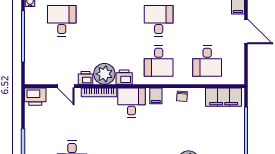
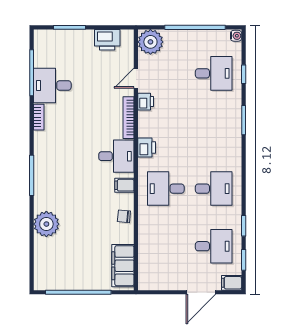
desk: (207, 61) -> (214, 246), moved, turned 180
plant: (104, 74) -> (150, 42), moved
printer: (35, 97) -> (107, 40), moved, turned -90

